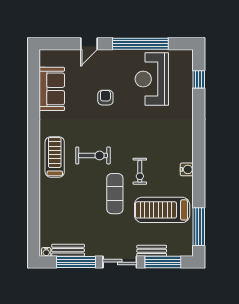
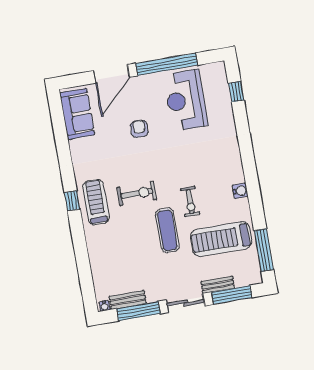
door: (89, 44) -> (111, 74), width x1.87
sofa: (52, 89) -> (77, 114), moved
window: (34, 152) -> (72, 201), added

